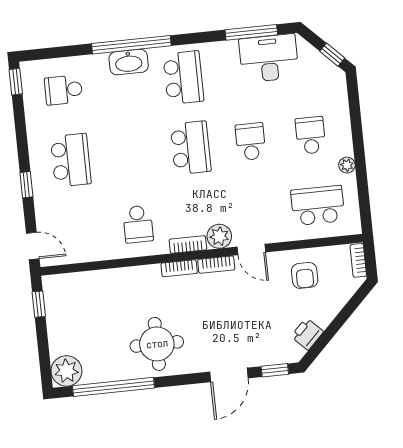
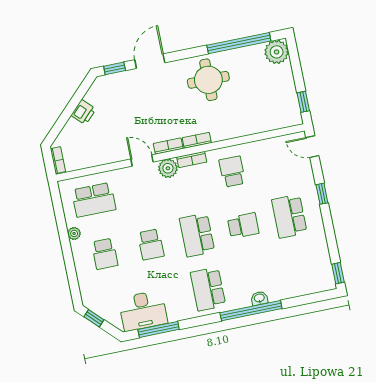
washbasin: (129, 62) -> (259, 298), width x0.52, depth x0.69
school desk: (63, 90) -> (243, 226), moved
armchair: (305, 275) -> (99, 144), removed
printer: (307, 334) -> (83, 112), moved

